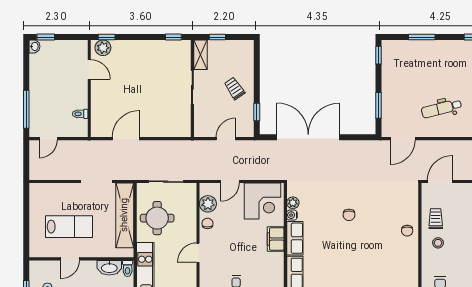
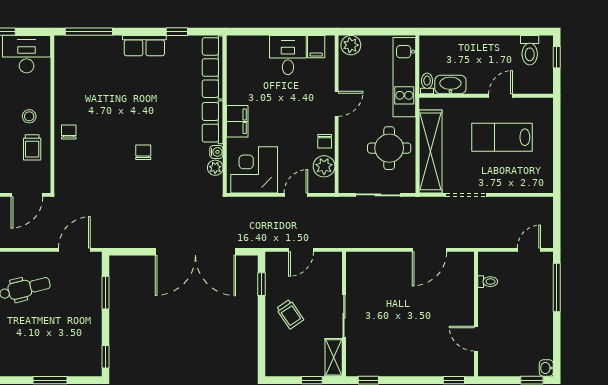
plant: (103, 48) -> (459, 366), removed

